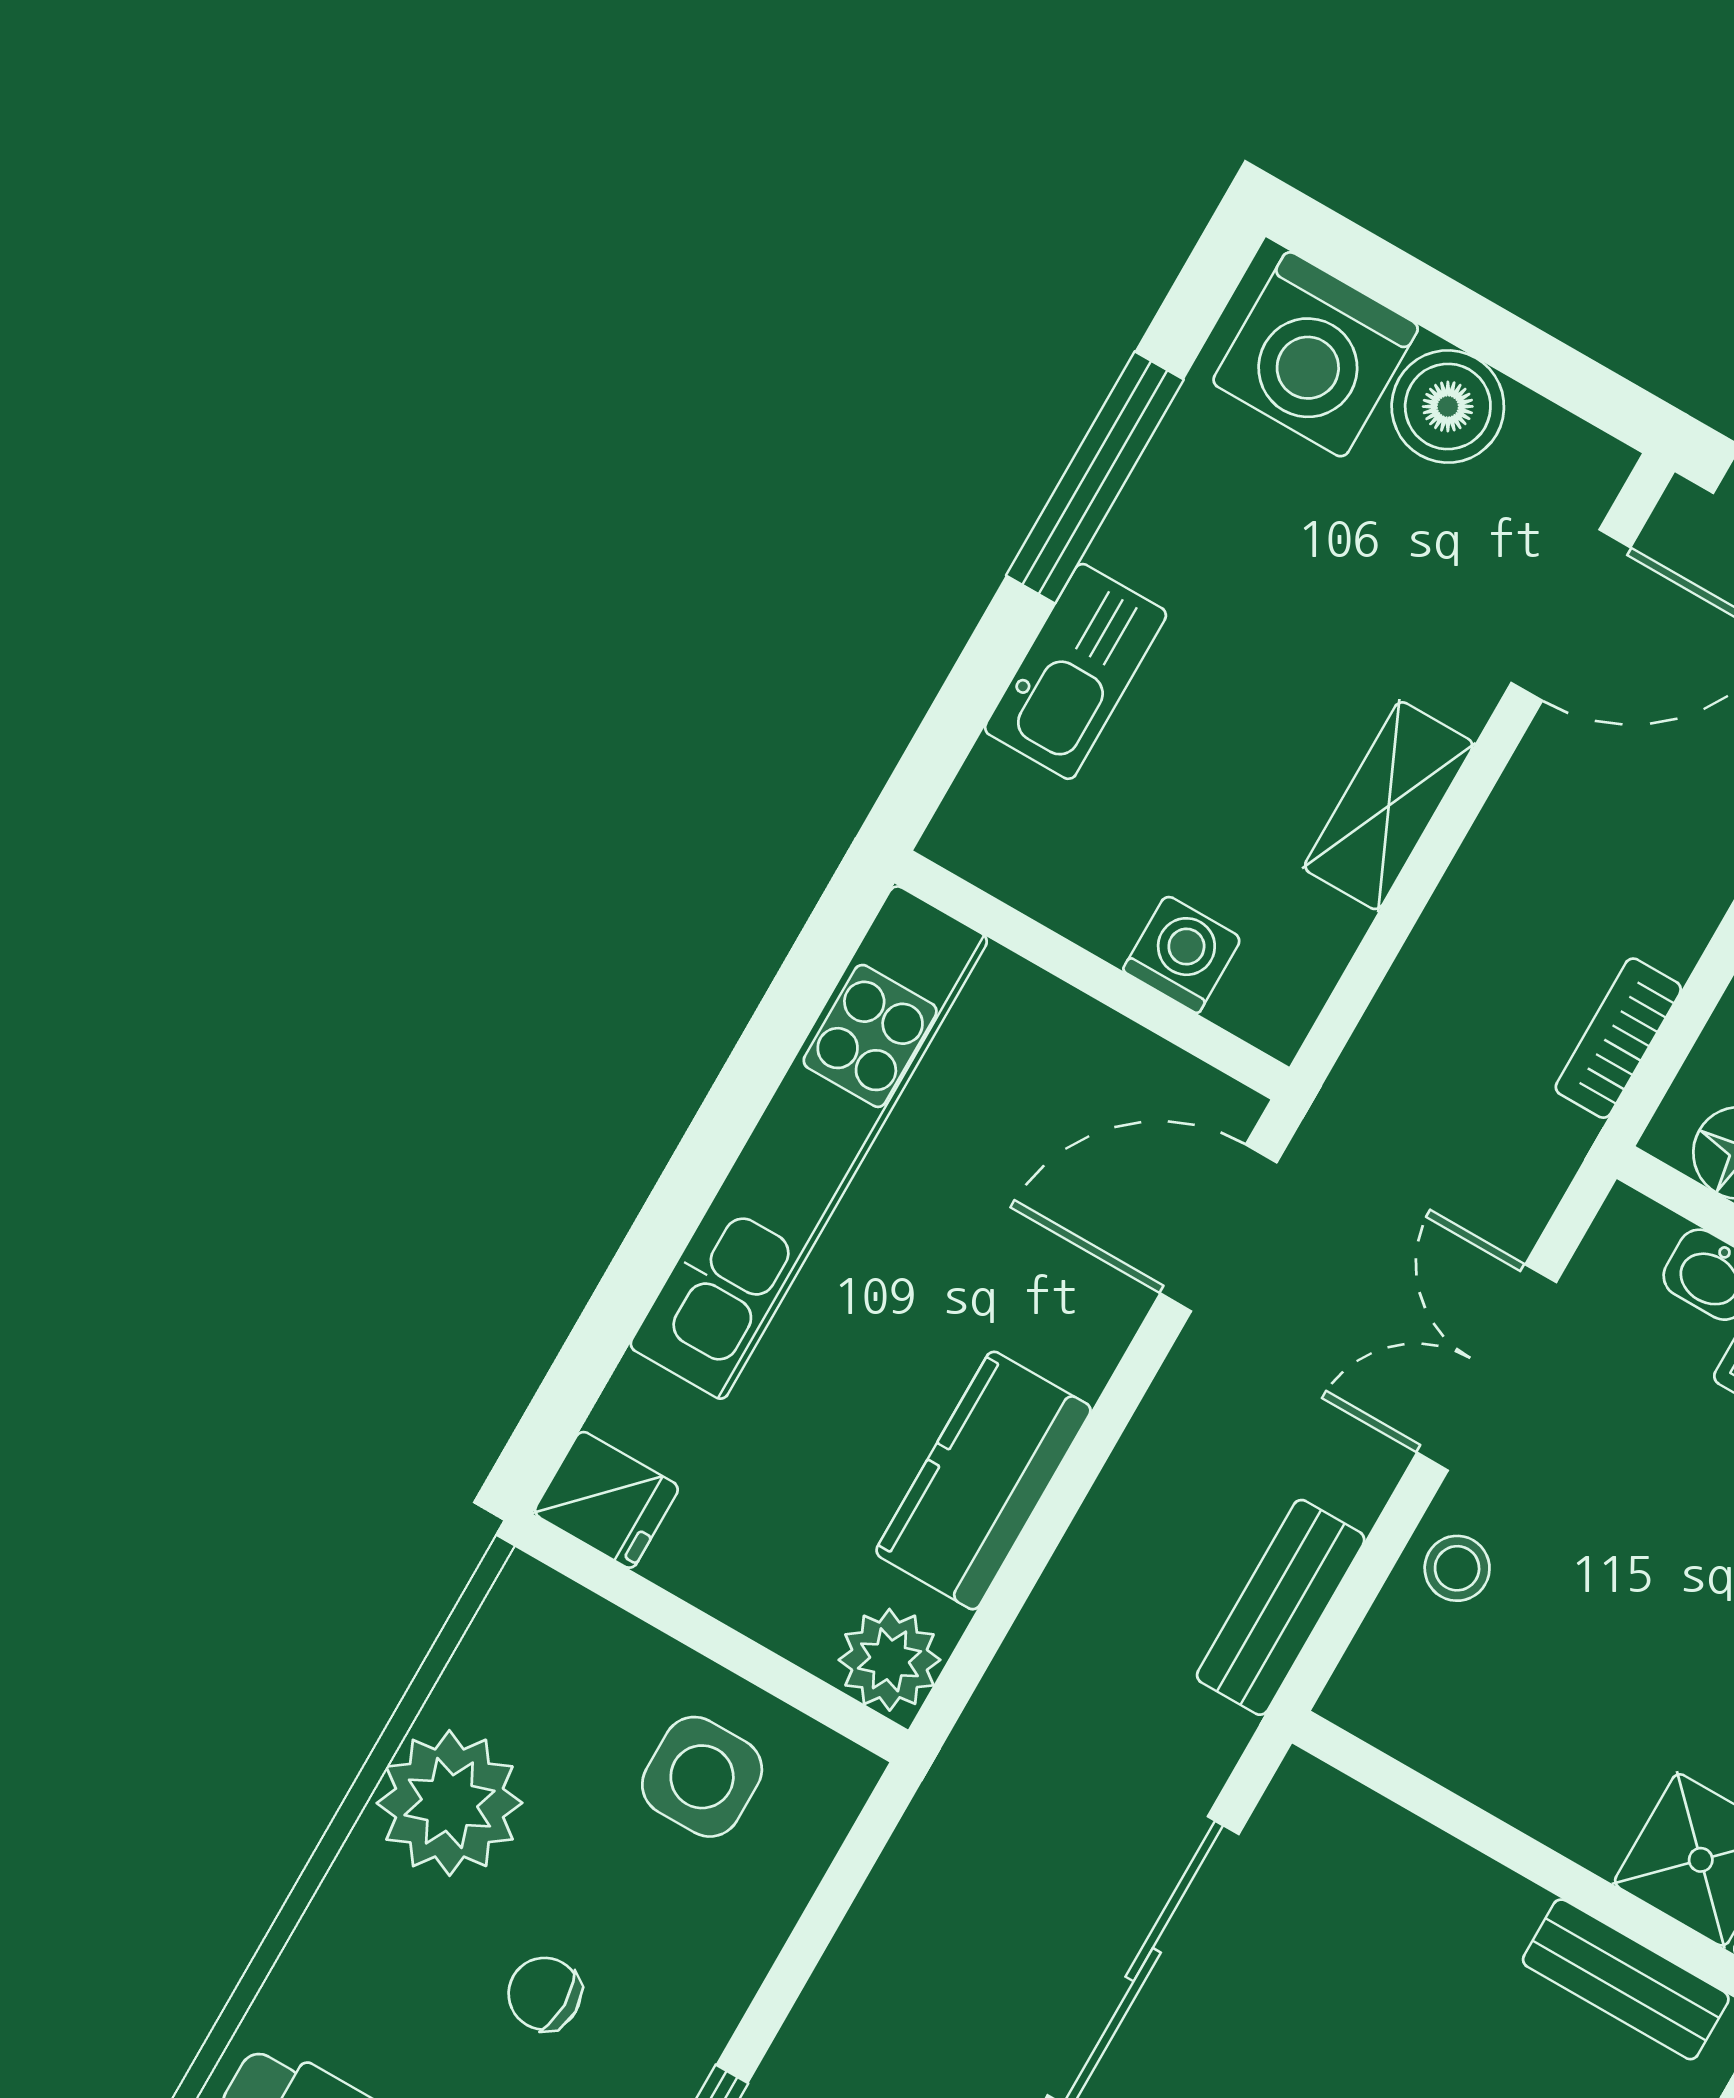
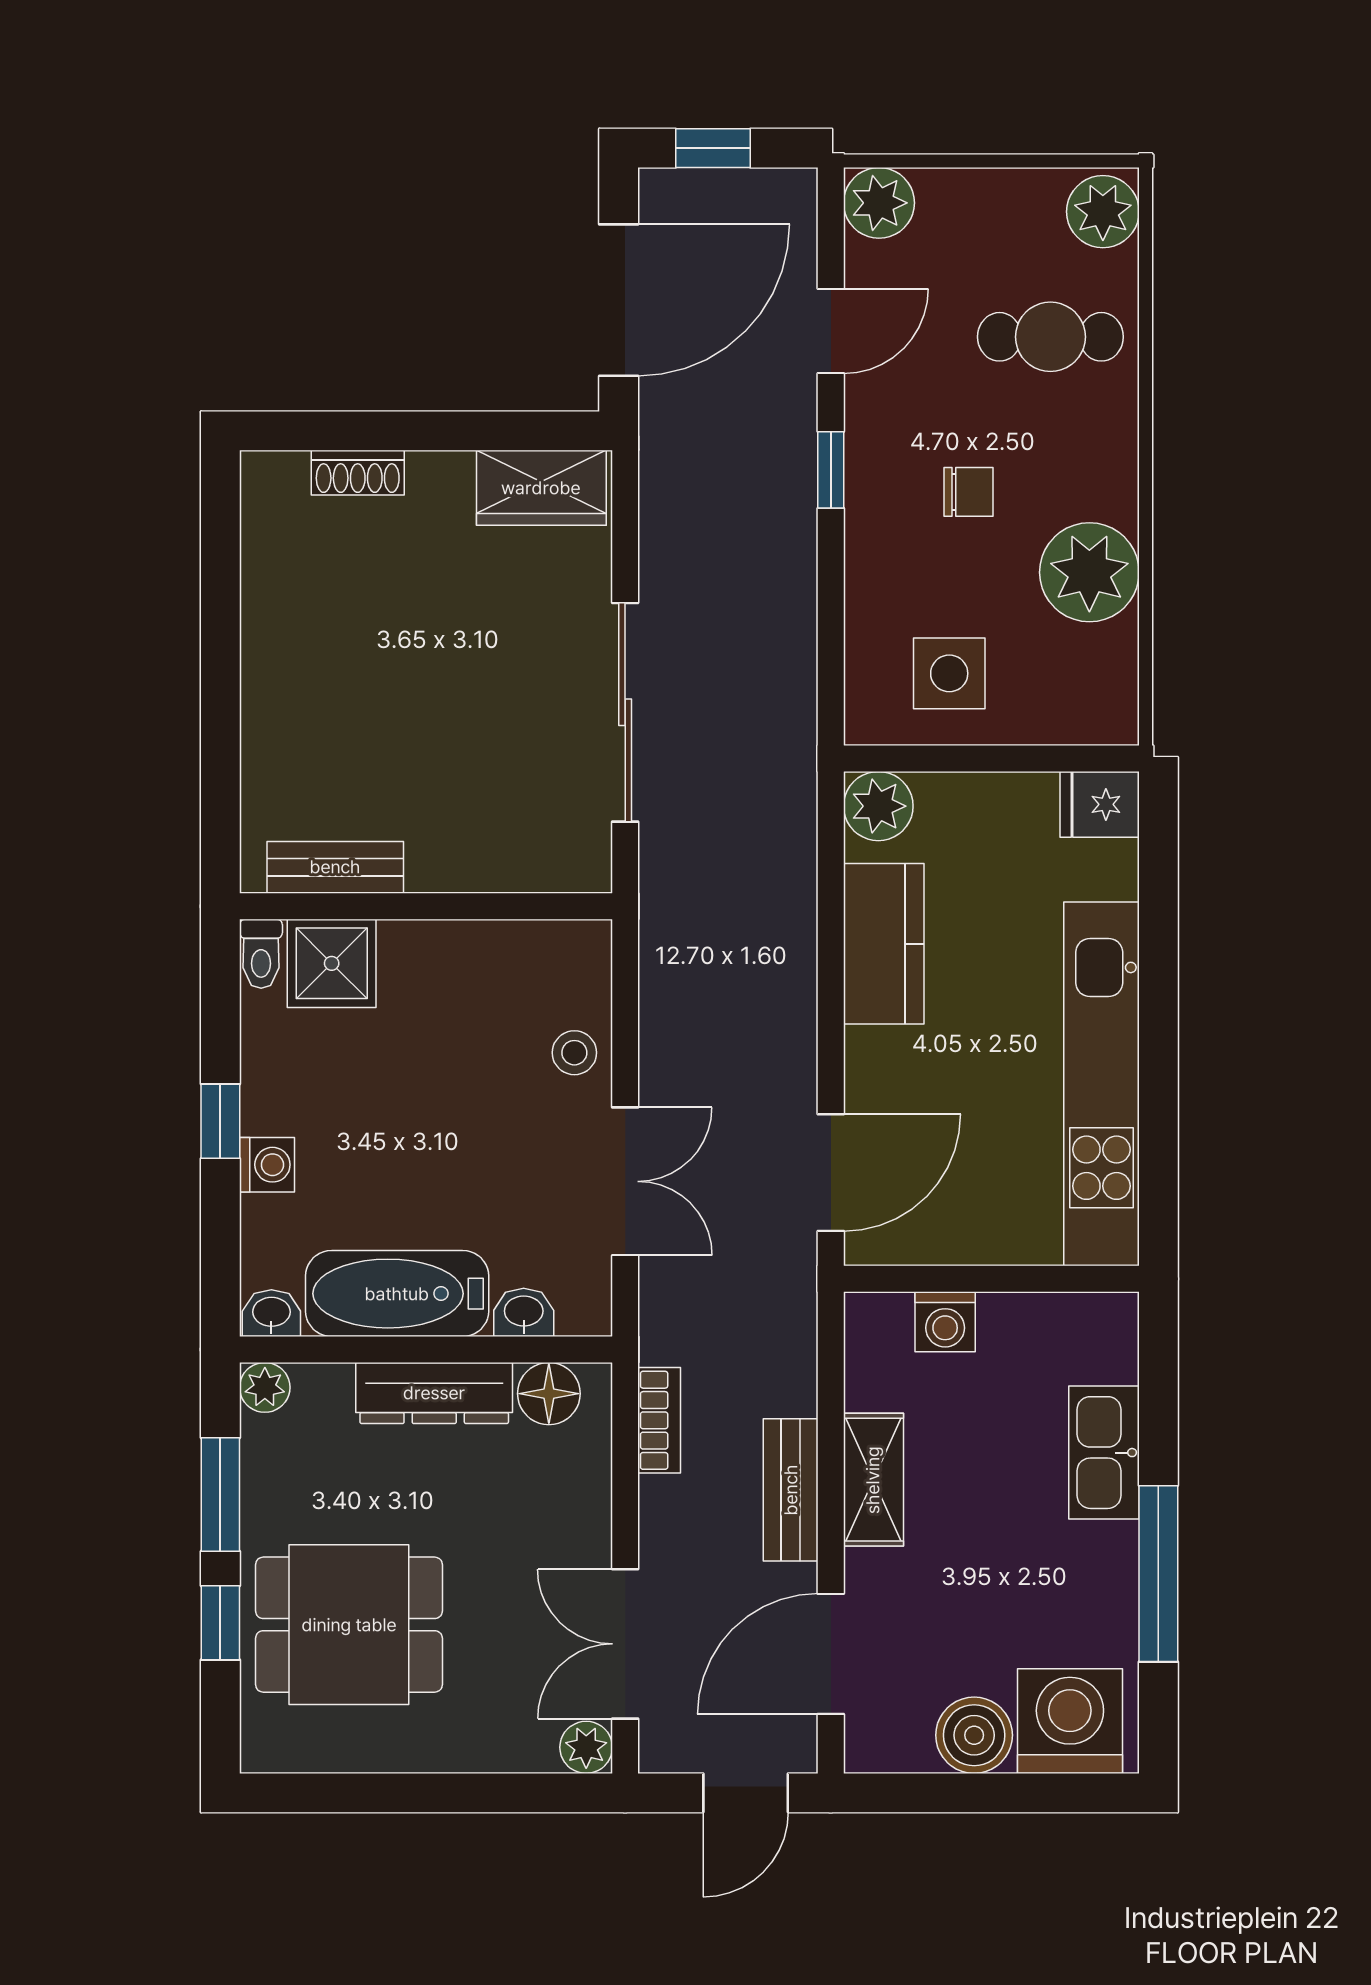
bench: (1281, 1607) -> (791, 1490), moved

